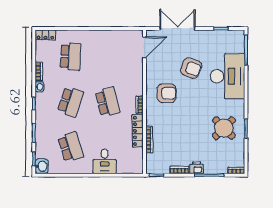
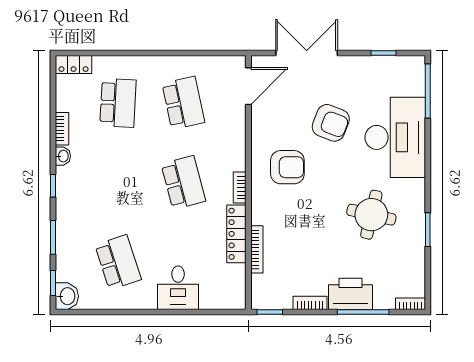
school desk: (71, 102) -> (183, 103), moved, turned -30
round table: (224, 128) -> (371, 215), moved, turned -32
printer: (196, 168) -> (351, 294), width x1.87, depth x1.48

